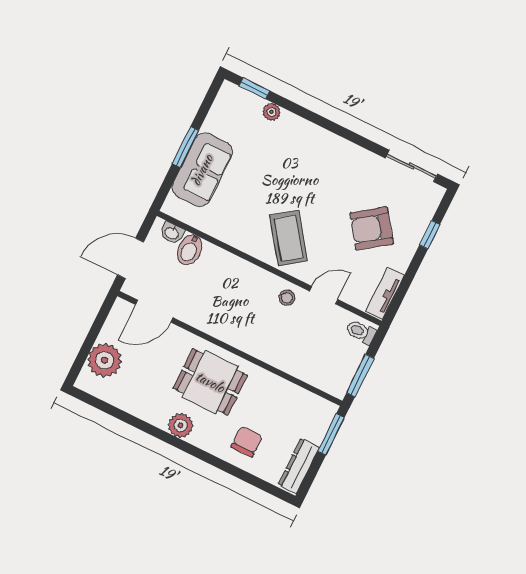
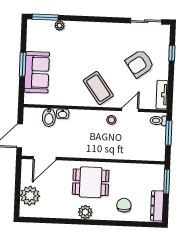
window: (254, 88) -> (45, 17), width x1.50
washbasin: (172, 233) -> (63, 114), moved
window: (360, 376) -> (169, 133), moved

